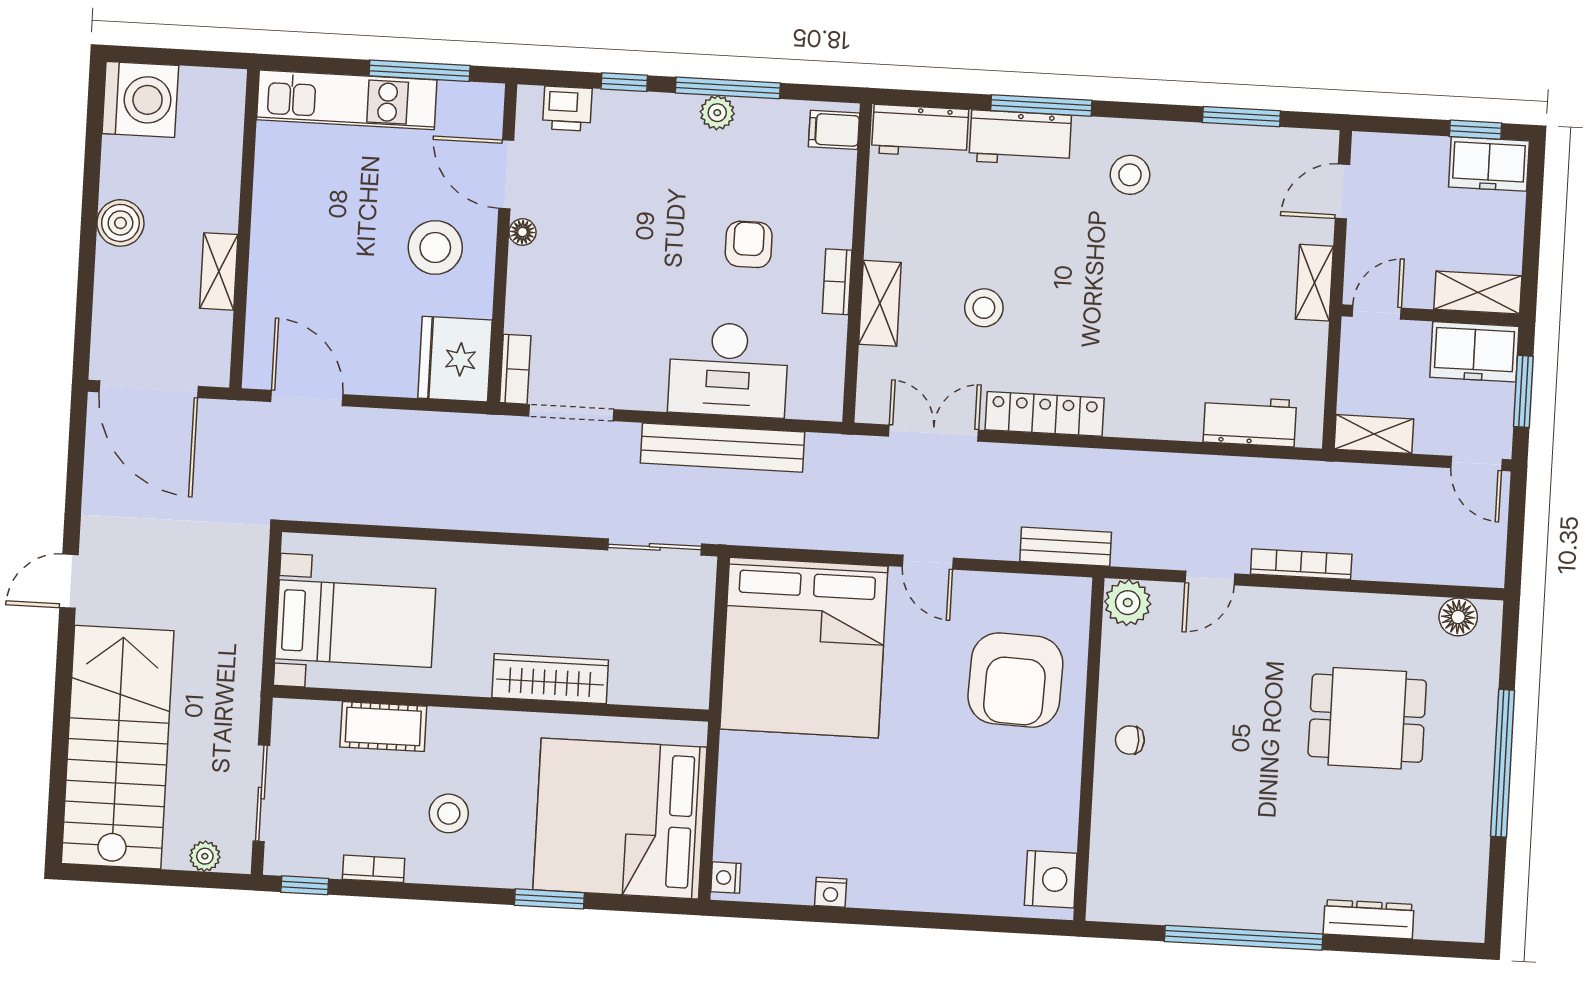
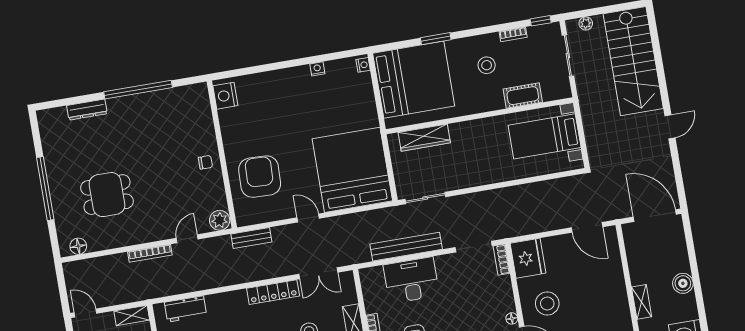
shelving: (219, 271) -> (642, 302), moved
wardrobe: (550, 679) -> (424, 138), moved

